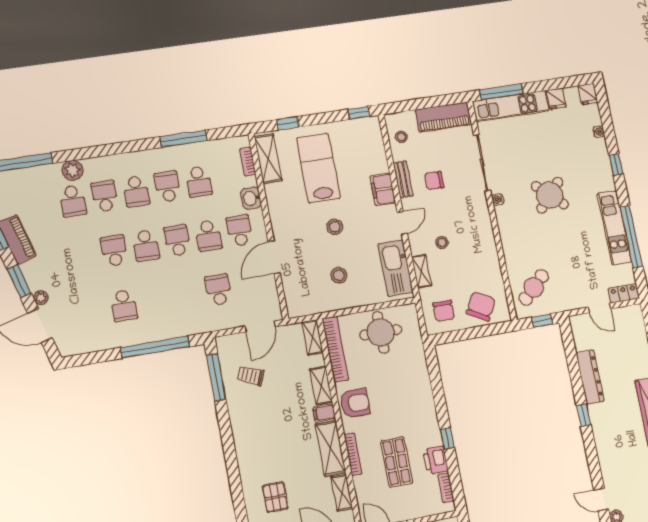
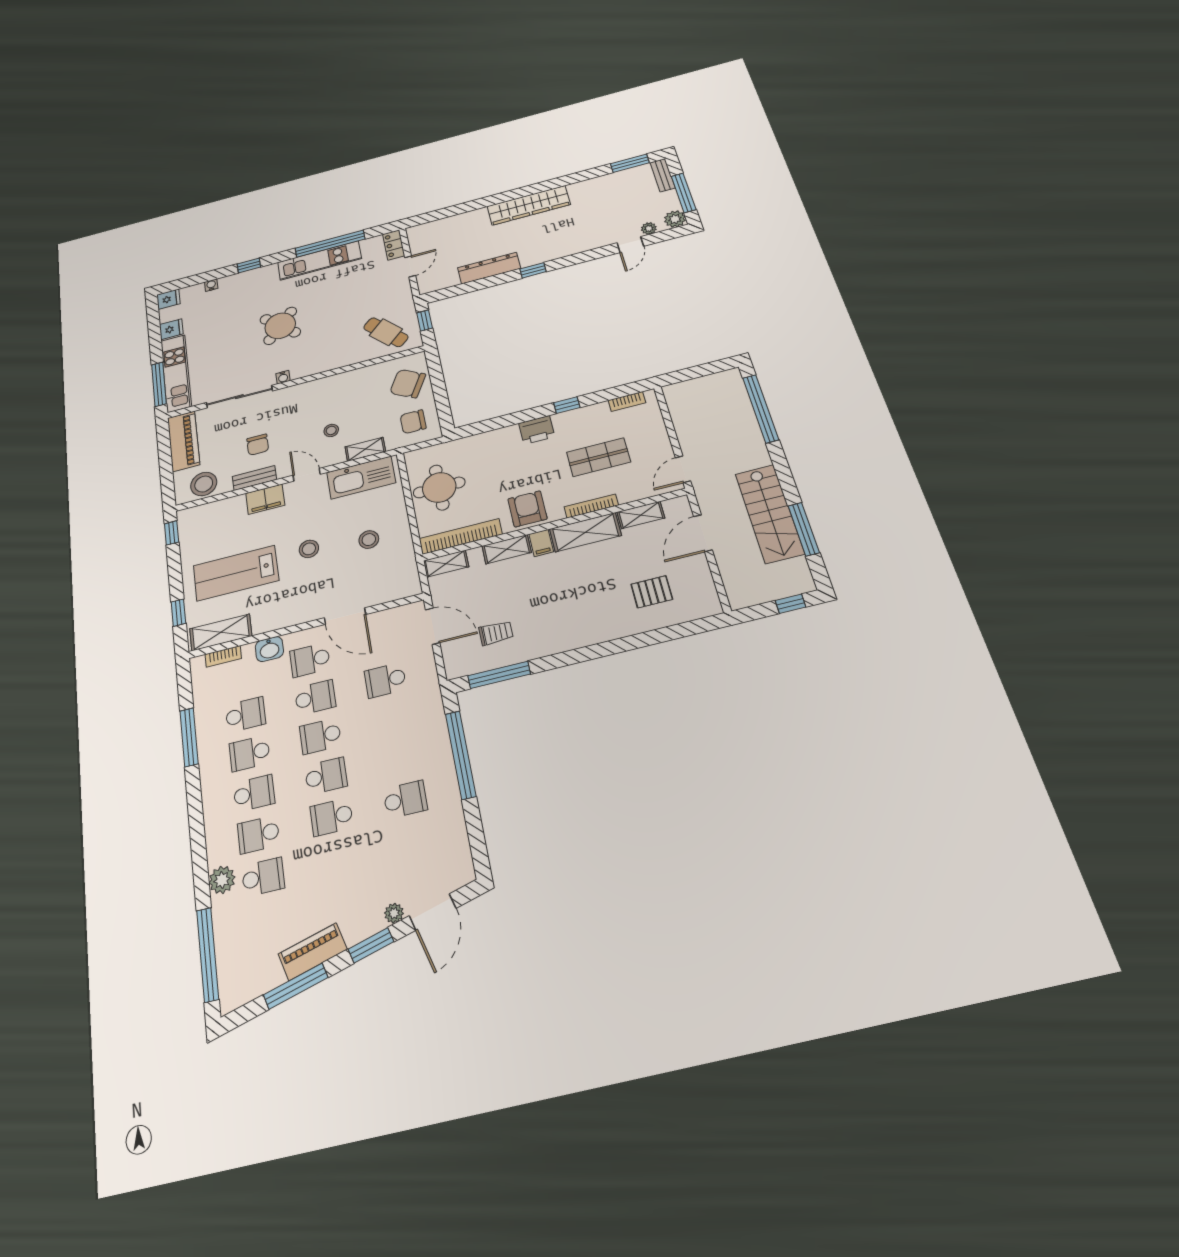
stool: (401, 137) -> (204, 484), width x1.89, depth x1.89
chair: (444, 311) -> (413, 422), turned 180
trolley: (251, 376) -> (496, 633), turned -113
printer: (436, 460) -> (537, 430), moved

